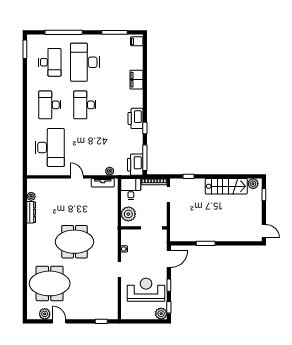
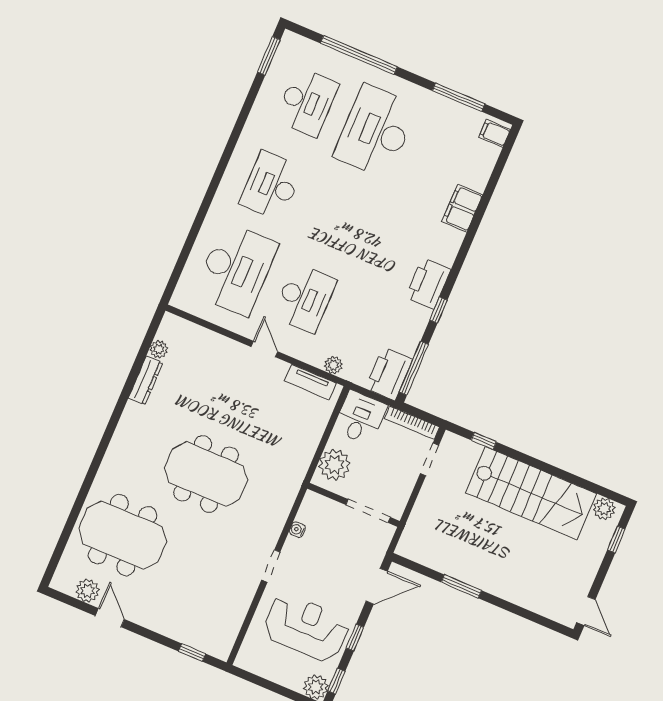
desk: (85, 105) -> (305, 298), moved, turned 180
stairs: (226, 186) -> (531, 493), width x1.36, depth x1.51

